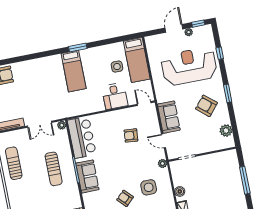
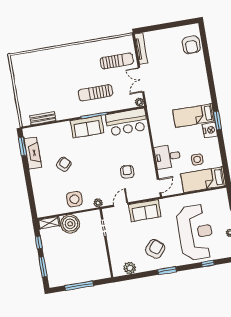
nightstand: (87, 55) -> (210, 130), added
sun lounger: (14, 163) -> (117, 61), moved
side table: (149, 187) -> (74, 199), moved
boiler: (180, 191) -> (70, 224), width x1.86, depth x1.86

